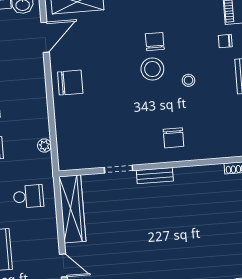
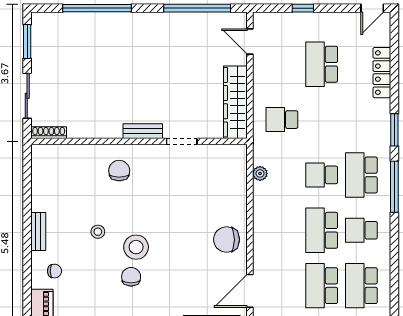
chair: (155, 42) -> (131, 277), turned 180

